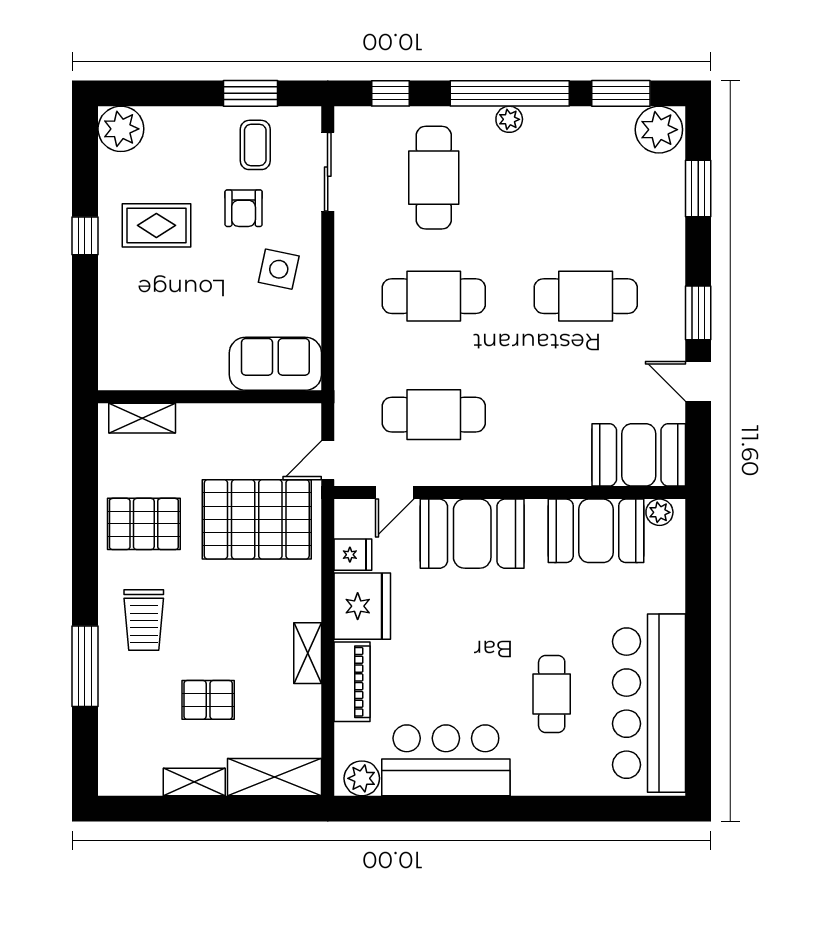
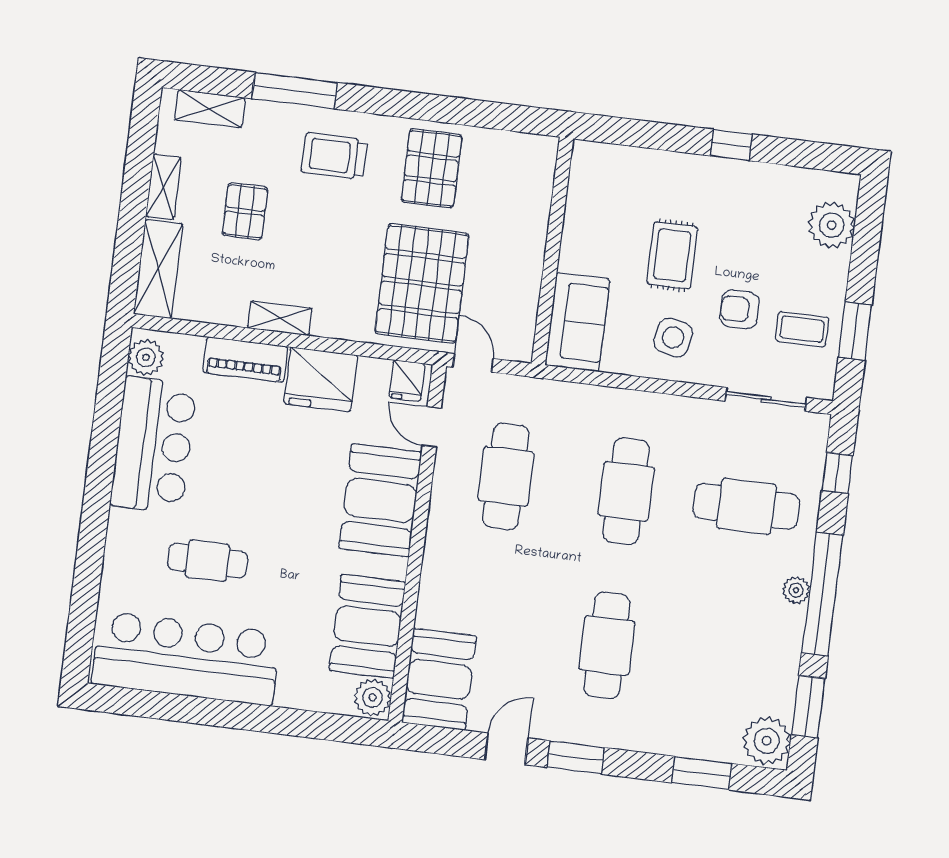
plant: (121, 129) -> (832, 225), moved
rug: (156, 225) -> (672, 255), moved
shelving: (142, 418) -> (210, 109), moved, turned 90
plant: (659, 512) -> (373, 697), width x1.38, depth x1.38
fridge: (353, 555) -> (407, 381), moved

